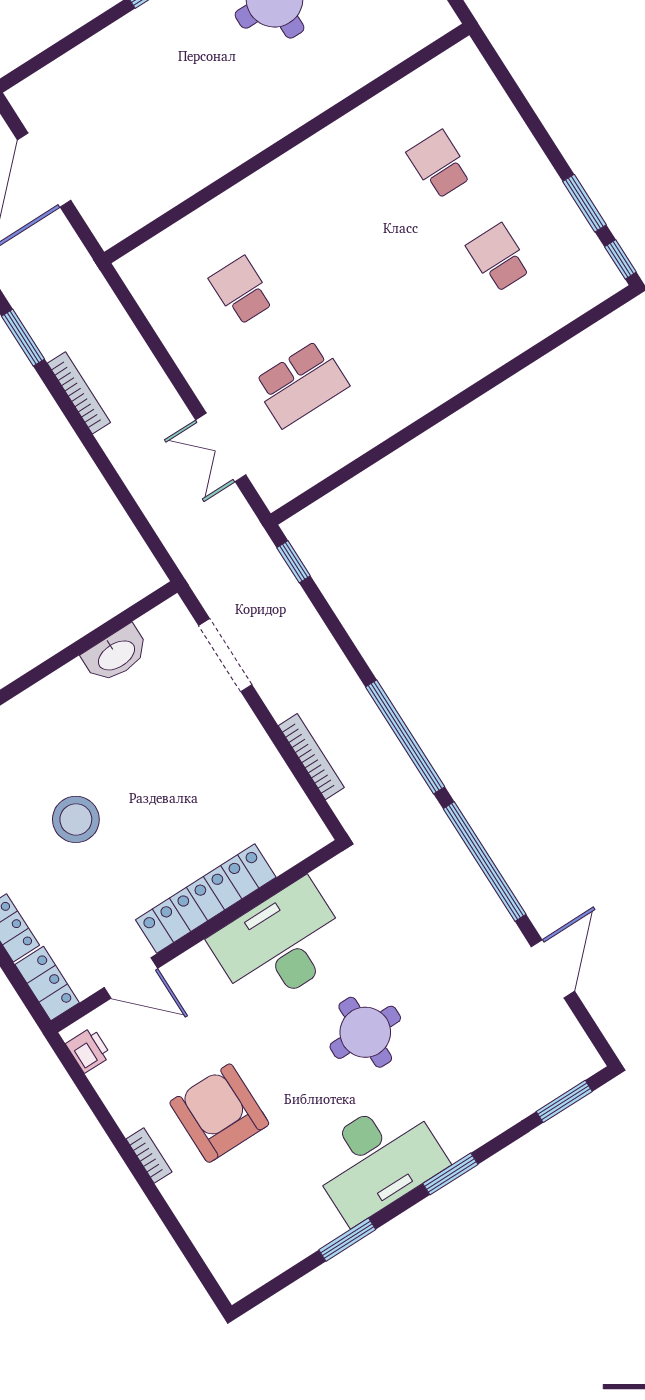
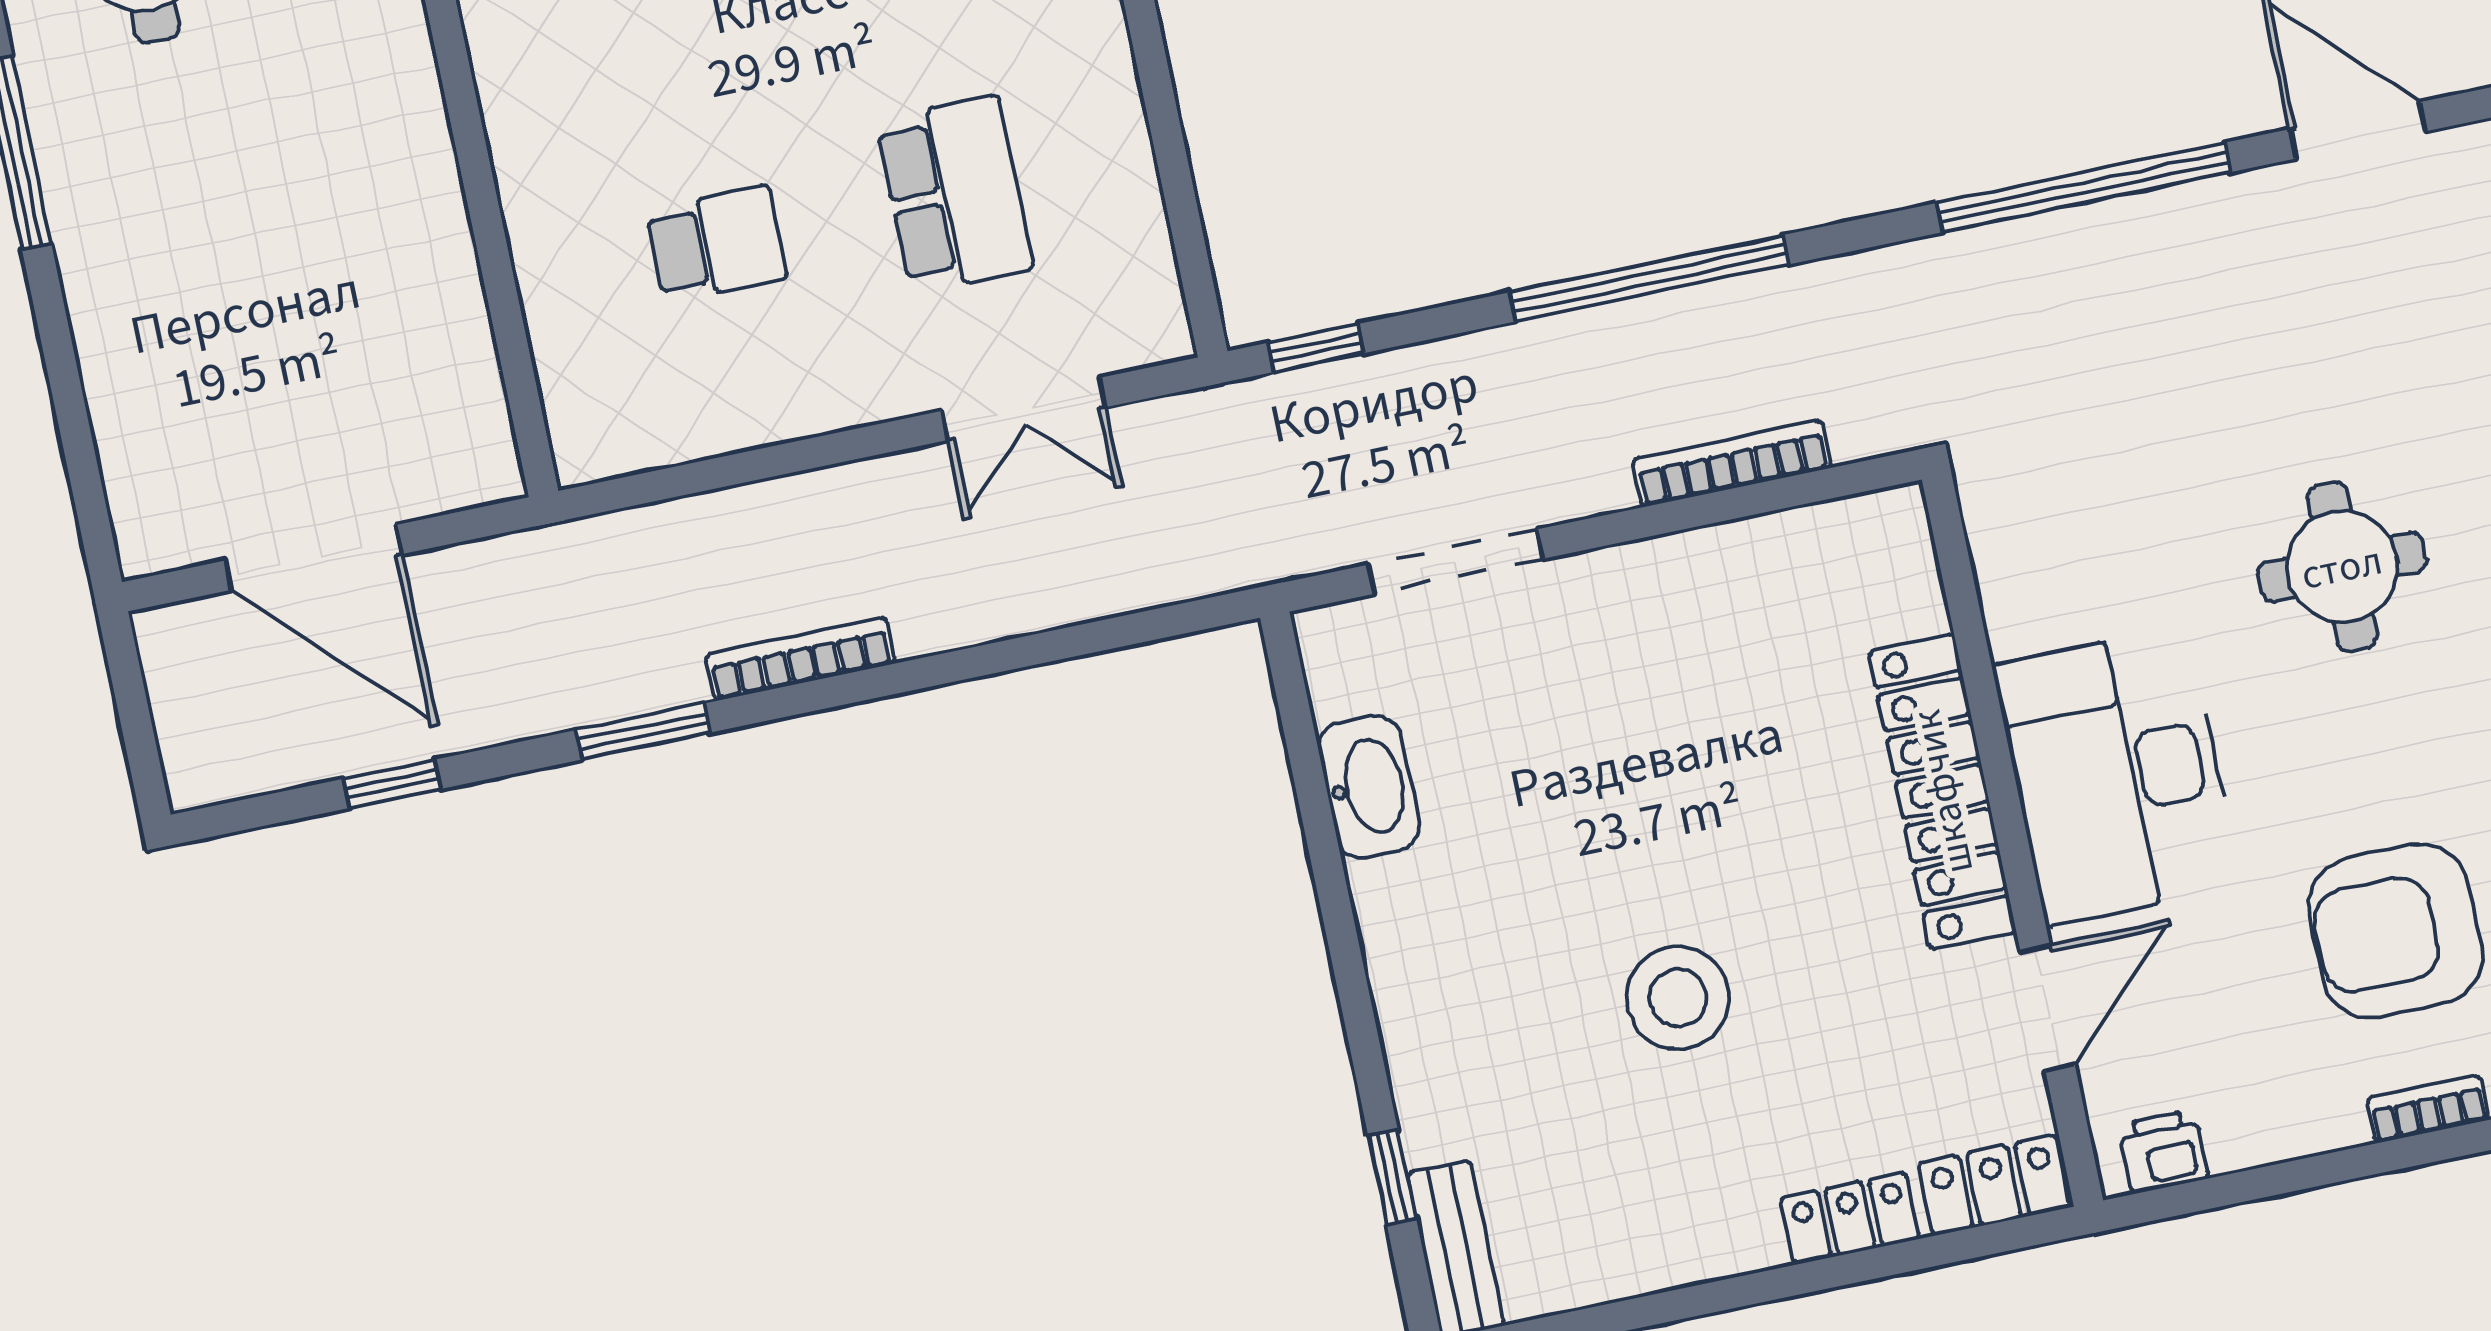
school desk: (242, 291) -> (716, 244), turned 180
window: (405, 737) -> (1649, 278), moved
desk: (280, 945) -> (2117, 776), moved

